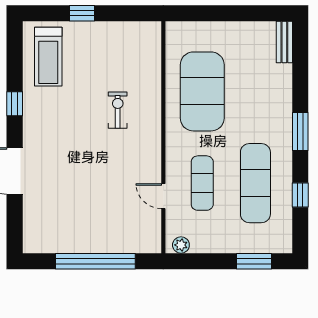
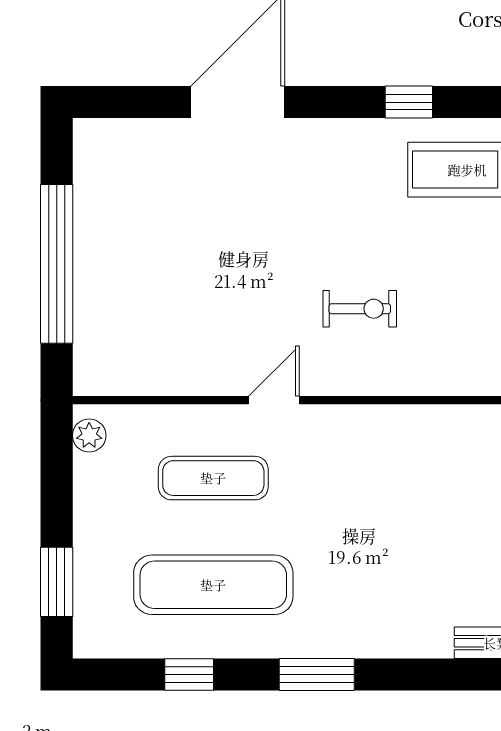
exercise mat: (202, 91) -> (397, 478), removed
window: (15, 104) -> (409, 102), moved
door: (163, 196) -> (274, 400), moved

